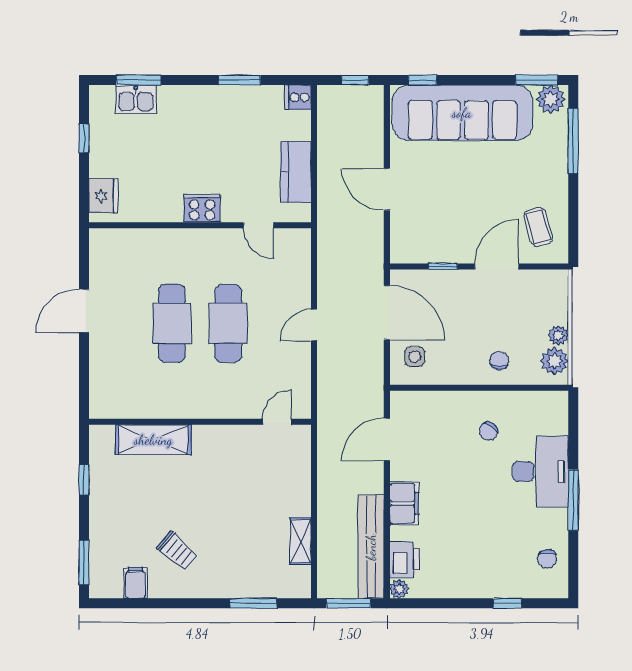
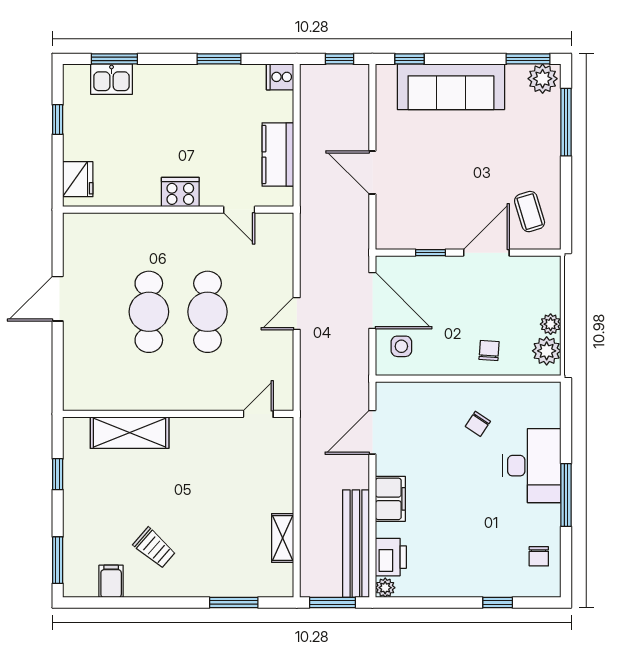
sofa: (462, 113) -> (451, 87), width x0.74, depth x0.79

